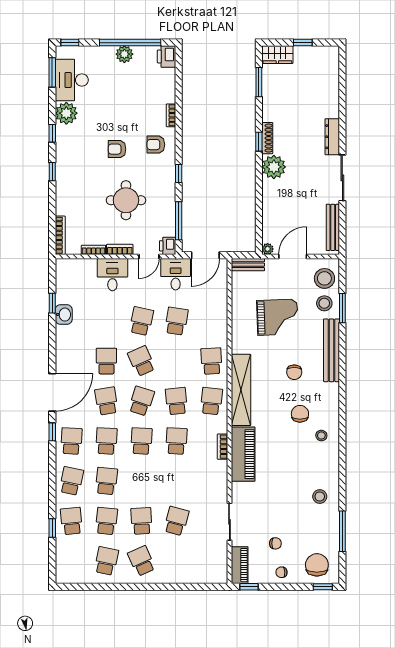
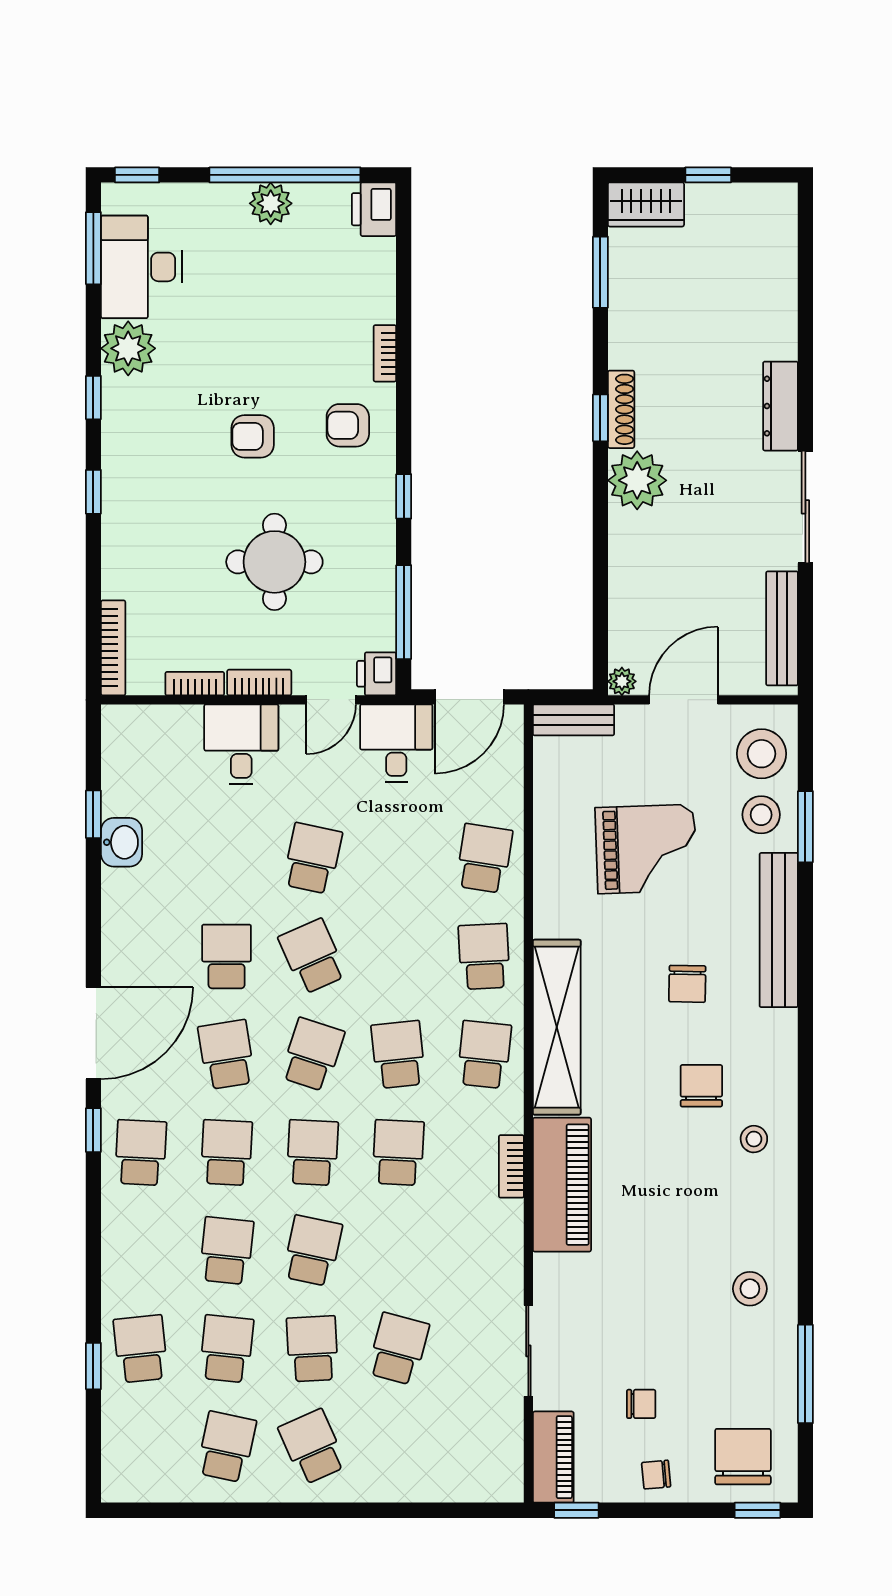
school desk: (176, 321) -> (484, 858), moved
school desk: (71, 481) -> (312, 1251), moved

